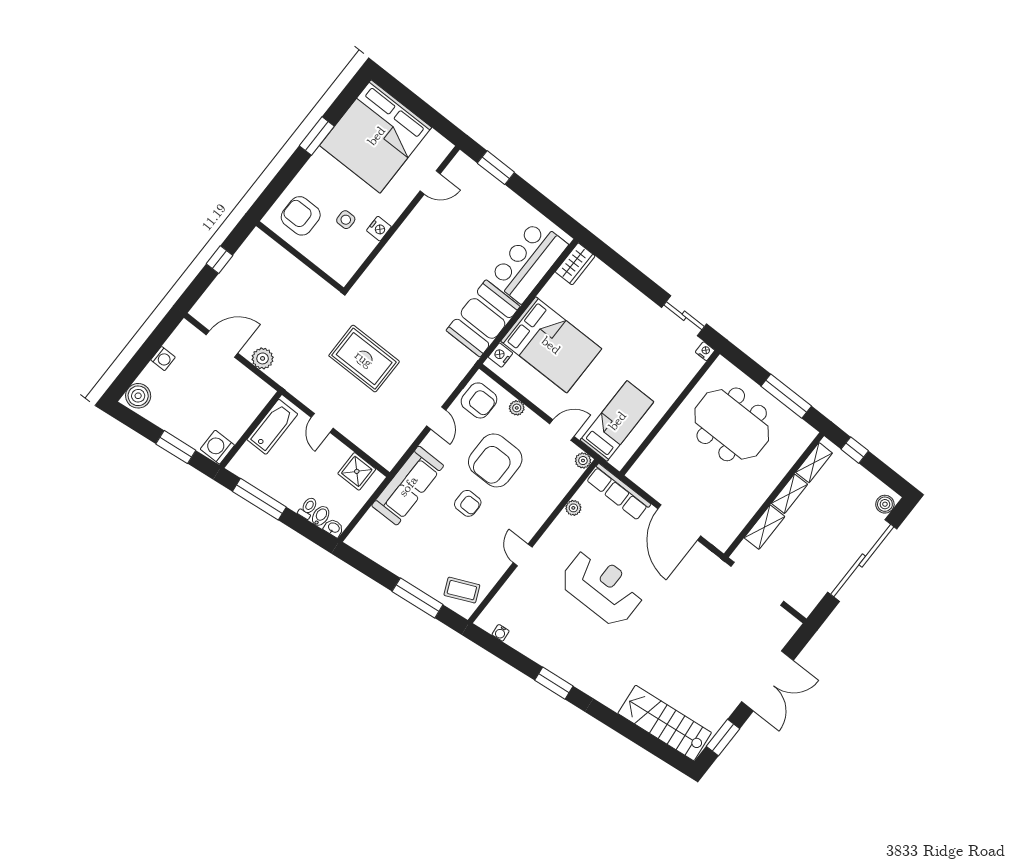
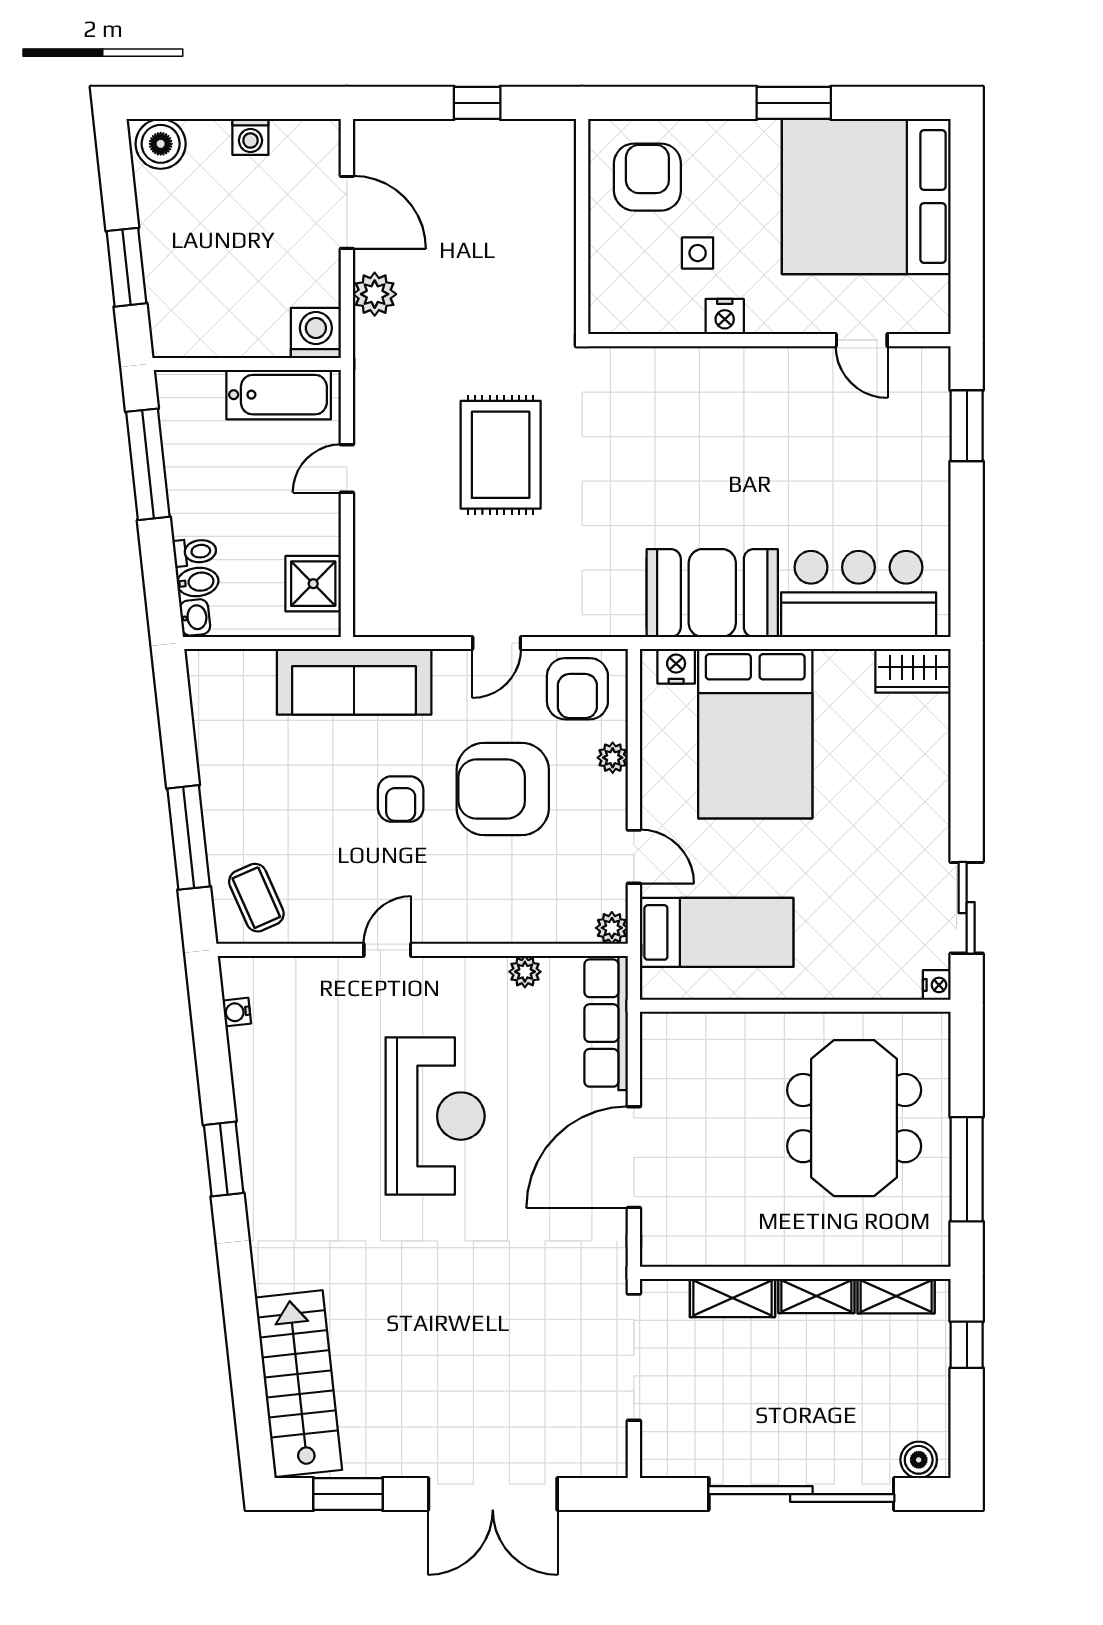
washing machine: (217, 447) -> (316, 333), moved

